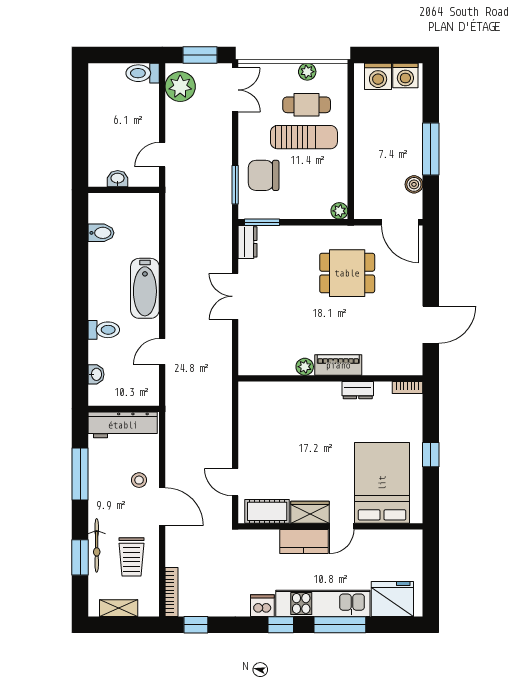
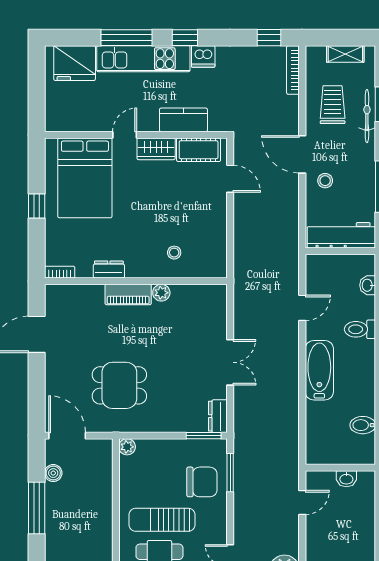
stool: (292, 407) -> (174, 253), added
kitchen counter: (304, 542) -> (183, 120), moved

